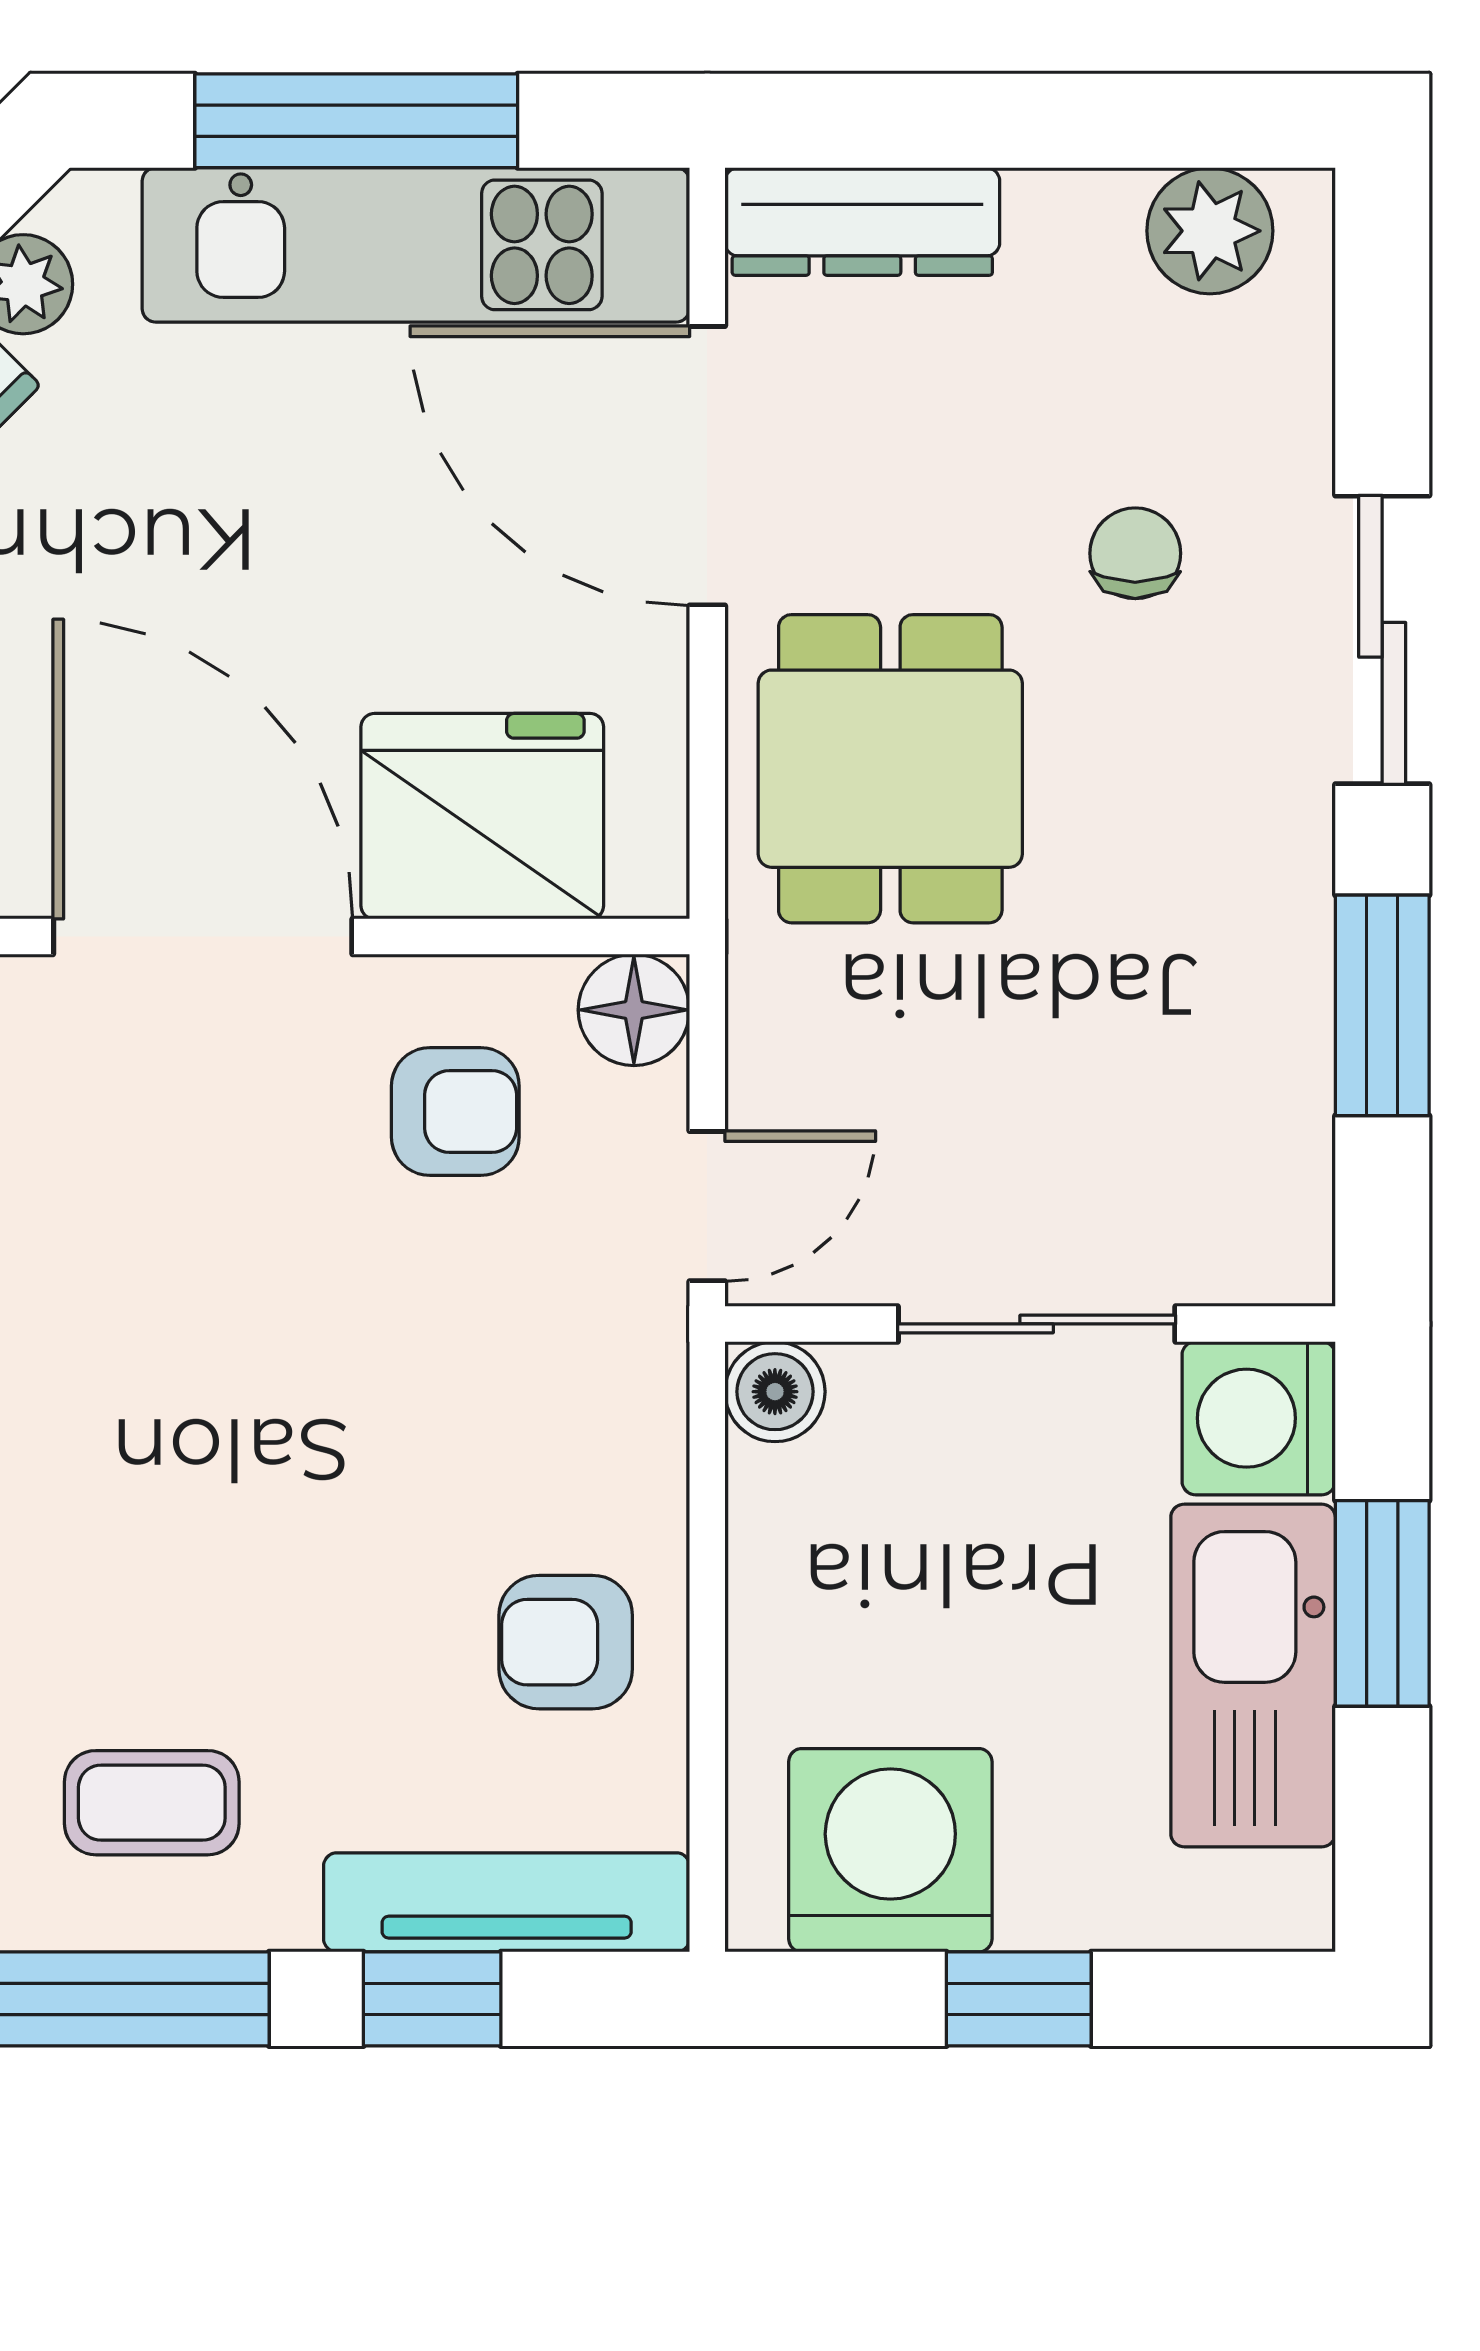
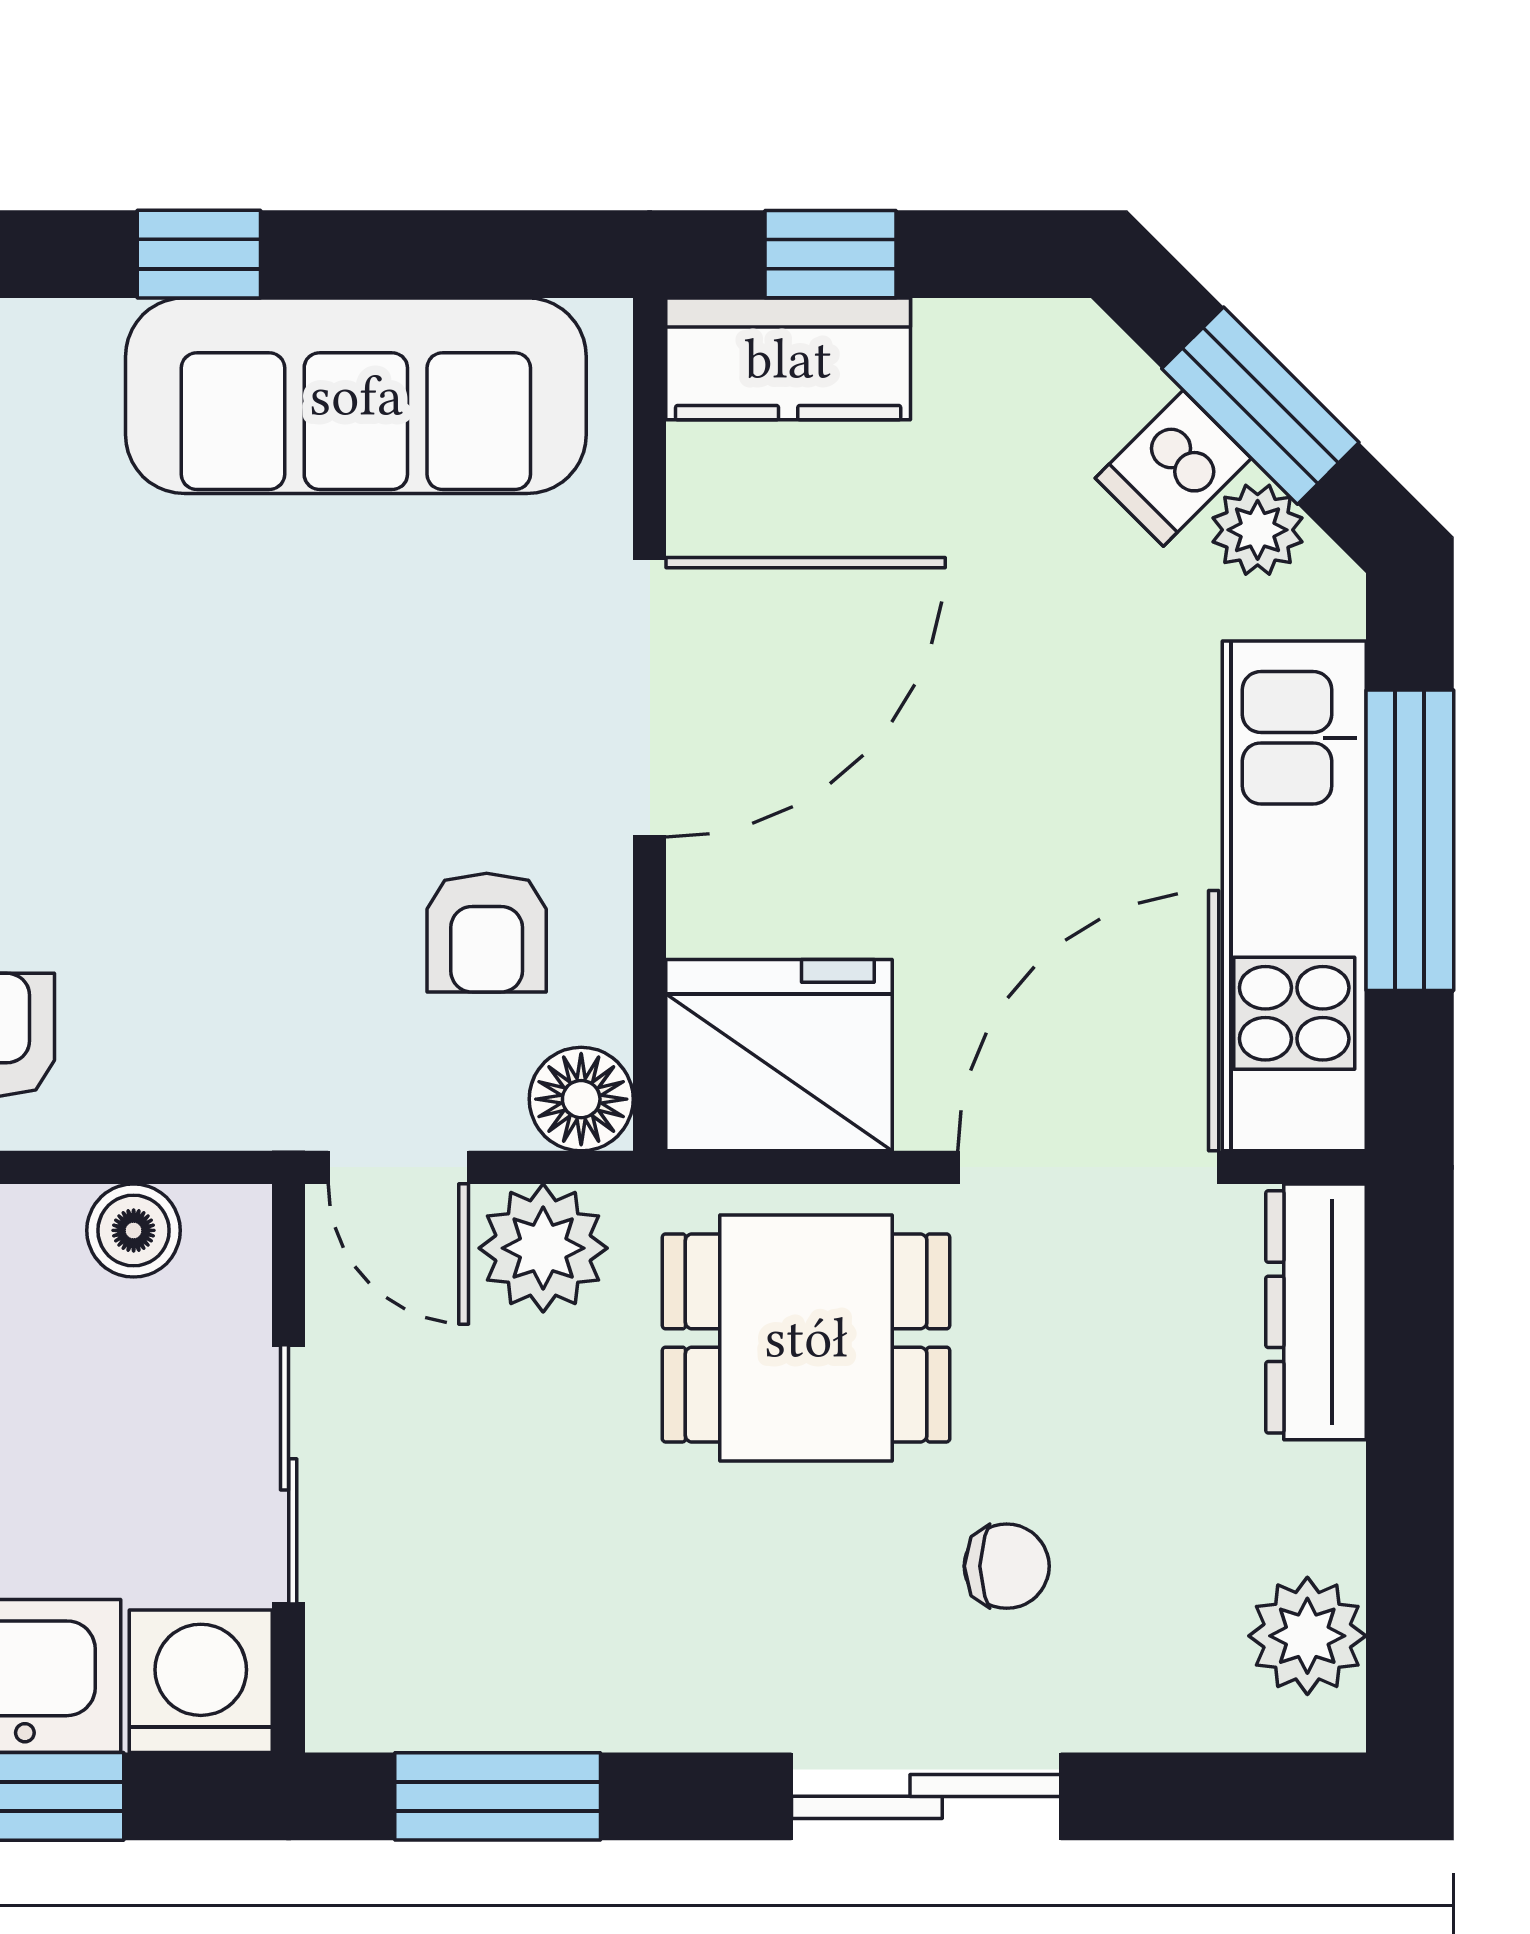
fridge: (482, 816) -> (779, 1055), moved, turned -90
window: (1382, 1005) -> (498, 1796), moved
plant: (794, 1051) -> (543, 1248), added
boiler: (775, 1392) -> (134, 1230), moved

